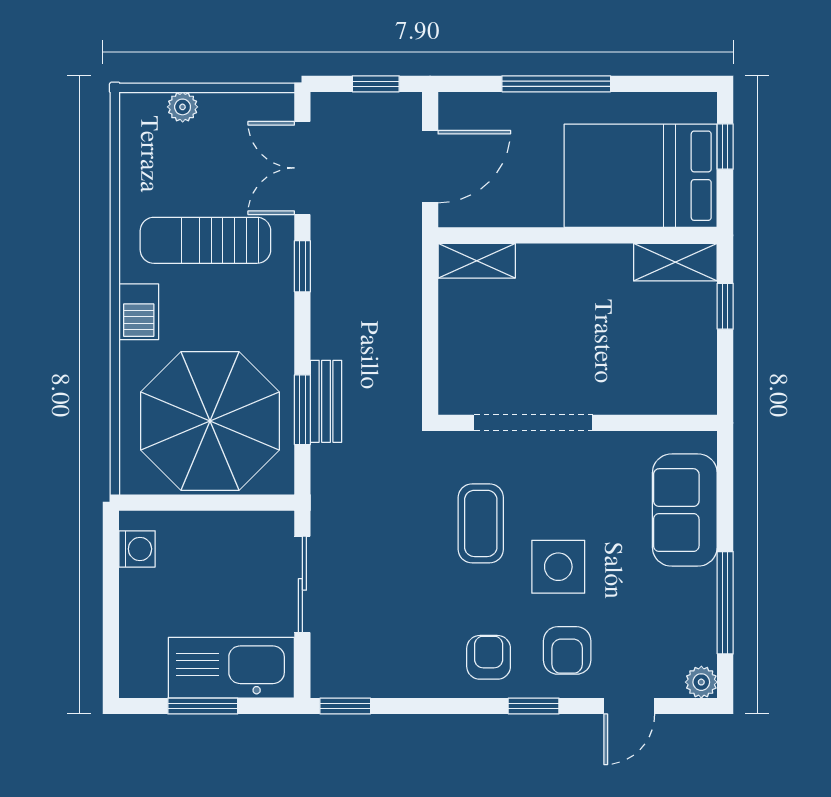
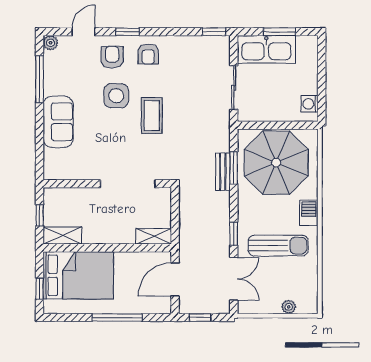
doorway: (533, 423) -> (128, 184), moved
wall: (578, 423) -> (107, 184), moved

